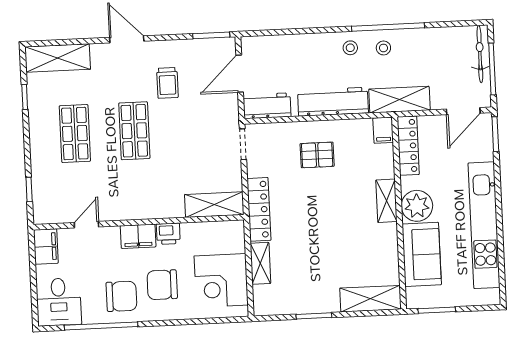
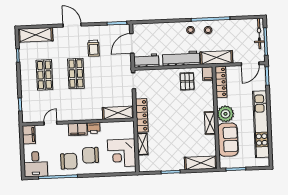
pallet: (317, 155) -> (187, 81), moved, turned 90
shelving: (386, 201) -> (210, 123), moved

